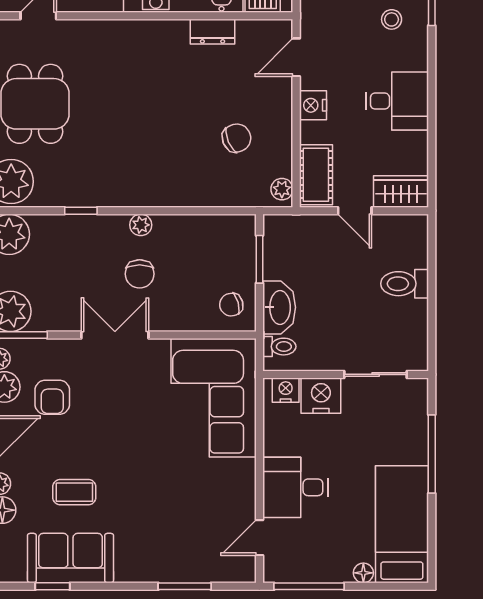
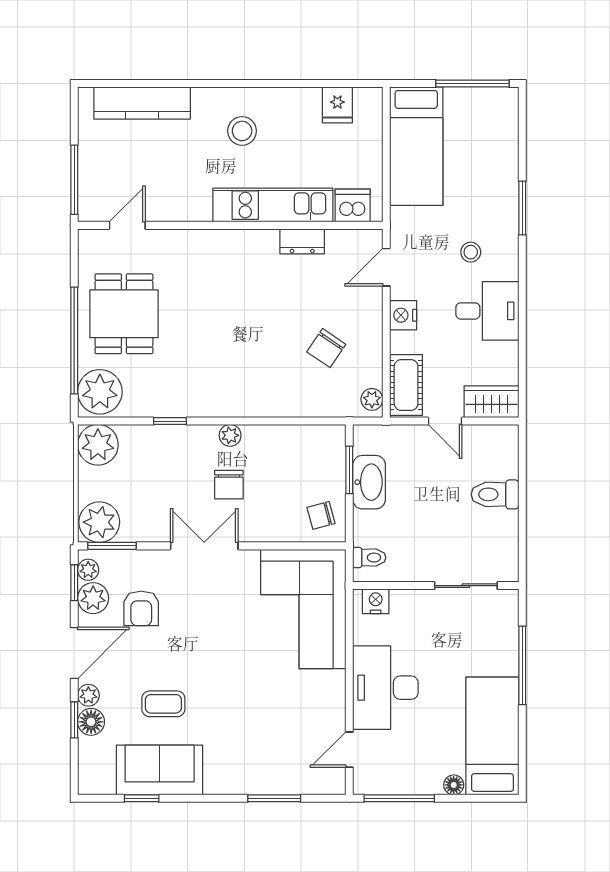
stool: (392, 19) -> (471, 252), moved
chair: (237, 138) -> (326, 348), turned 147
washbasin: (279, 307) -> (369, 482), moved
nightstand: (321, 396) -> (411, 607), removed
desk: (295, 487) -> (385, 688), width x1.37

